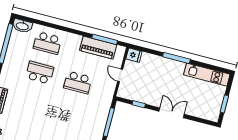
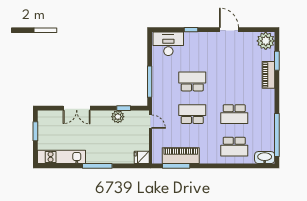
school desk: (47, 43) -> (234, 147), turned 180
door: (120, 75) -> (151, 122), moved
plant: (146, 98) -> (118, 117), added
school desk: (70, 112) -> (192, 81), added
double door: (172, 113) -> (77, 108), moved

